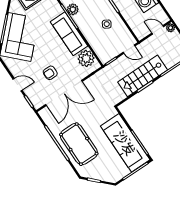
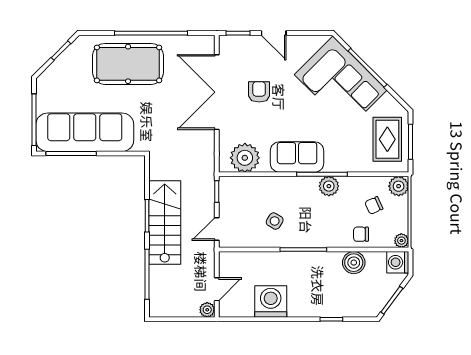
sofa: (69, 34) -> (297, 157), width x0.73
door: (18, 85) -> (274, 33), hinge flipped

